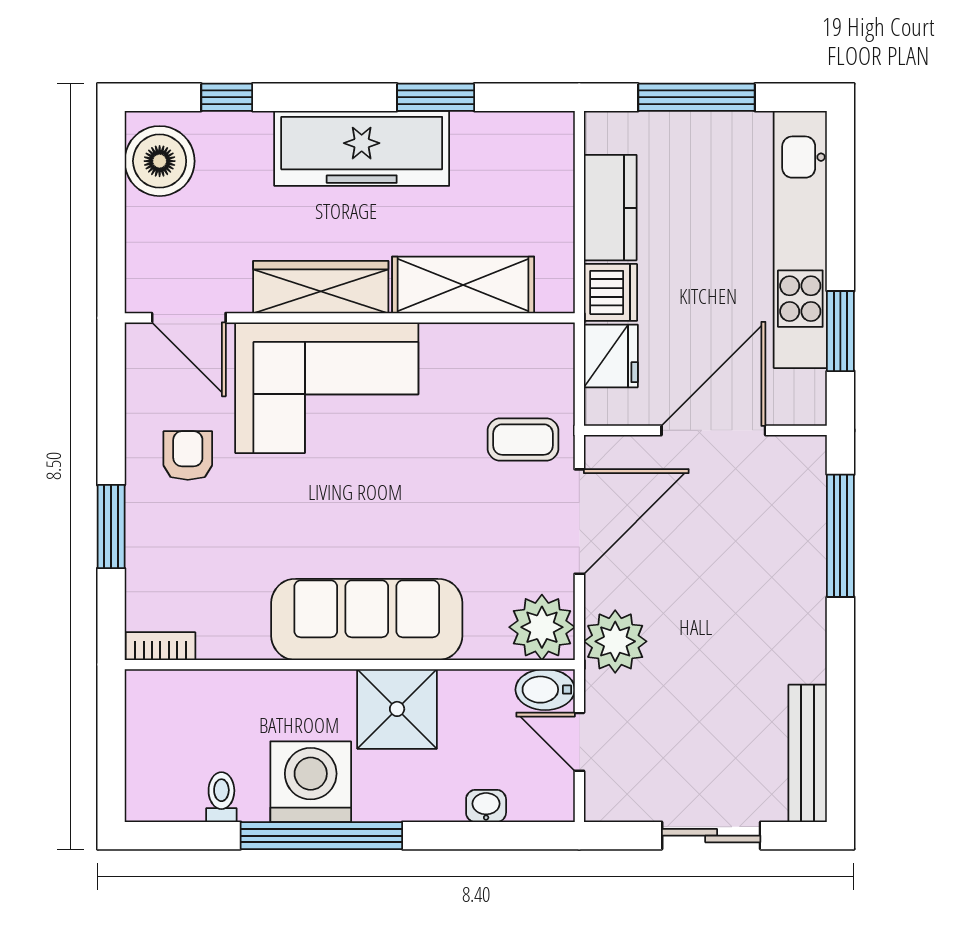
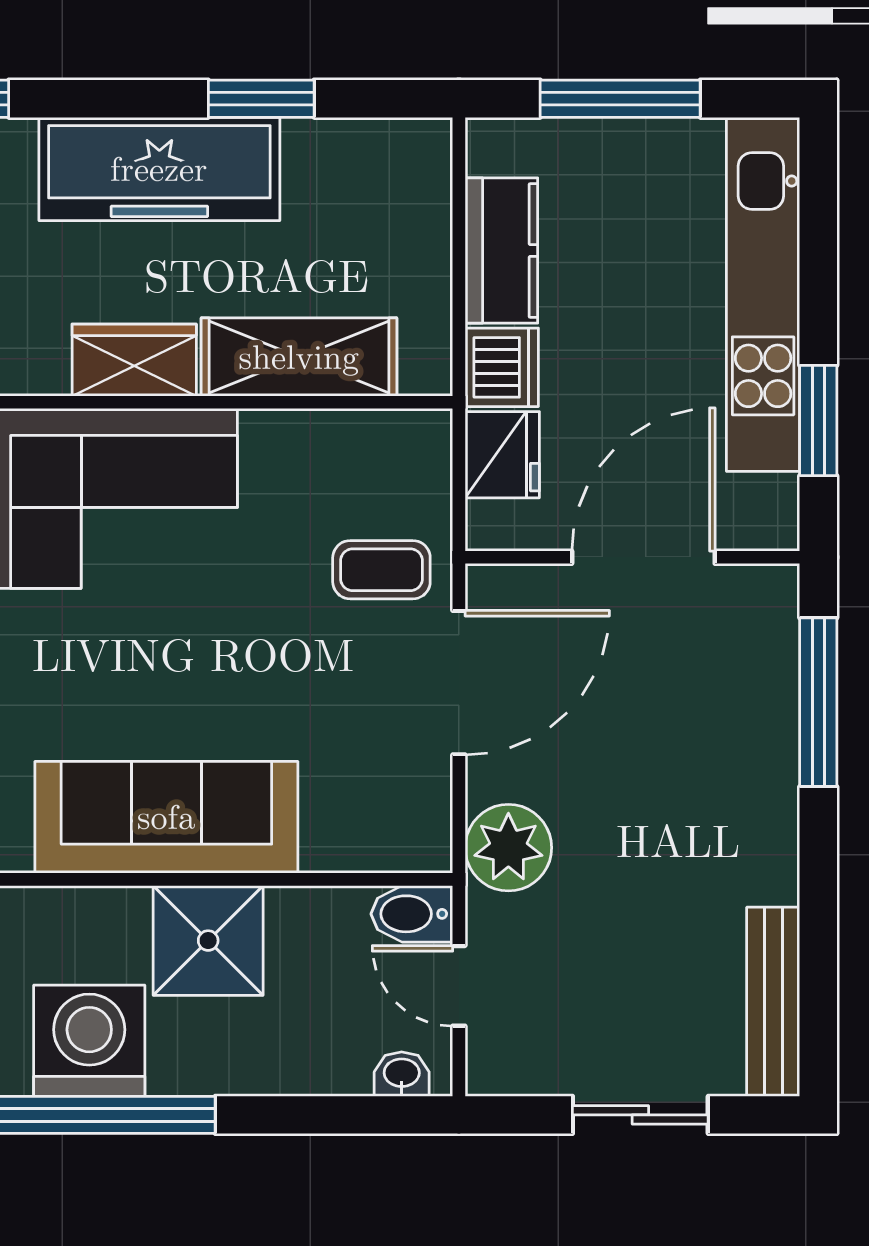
wardrobe: (321, 287) -> (134, 360), width x0.67
plant: (542, 627) -> (408, 828), removed
washbasin: (486, 806) -> (402, 1074), moved

